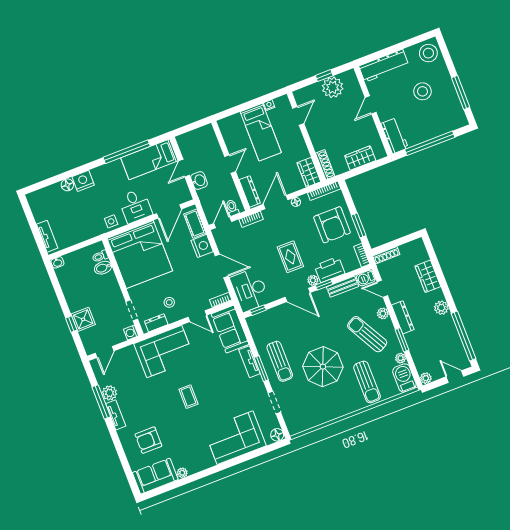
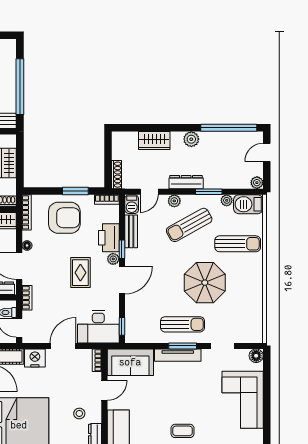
rug: (290, 257) -> (80, 273), turned 90
tv unit: (250, 362) -> (178, 355), width x1.41

